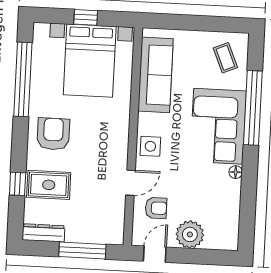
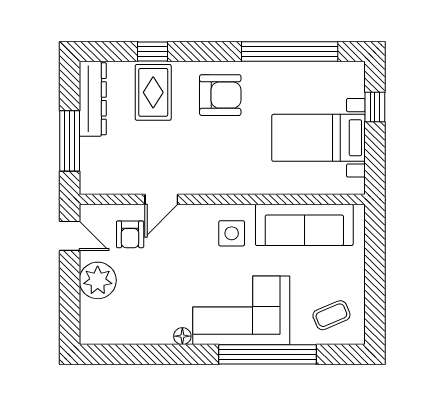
window: (86, 17) -> (375, 107), moved
bed with nightstands: (90, 61) -> (319, 138), width x0.73
side table: (150, 146) -> (232, 233), moved
door: (131, 183) -> (161, 199), hinge flipped
dresser: (44, 233) -> (93, 99), width x1.37, depth x1.24

